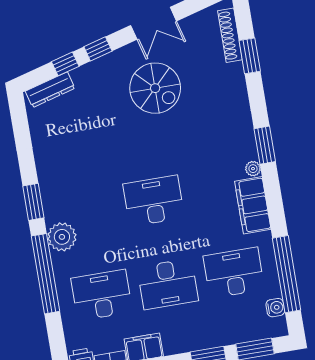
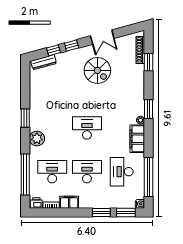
desk: (234, 273) -> (122, 172), turned -90
window: (45, 274) -> (25, 175), moved
desk: (168, 284) -> (87, 172), turned 180
water cooler: (275, 308) -> (140, 204), moved

